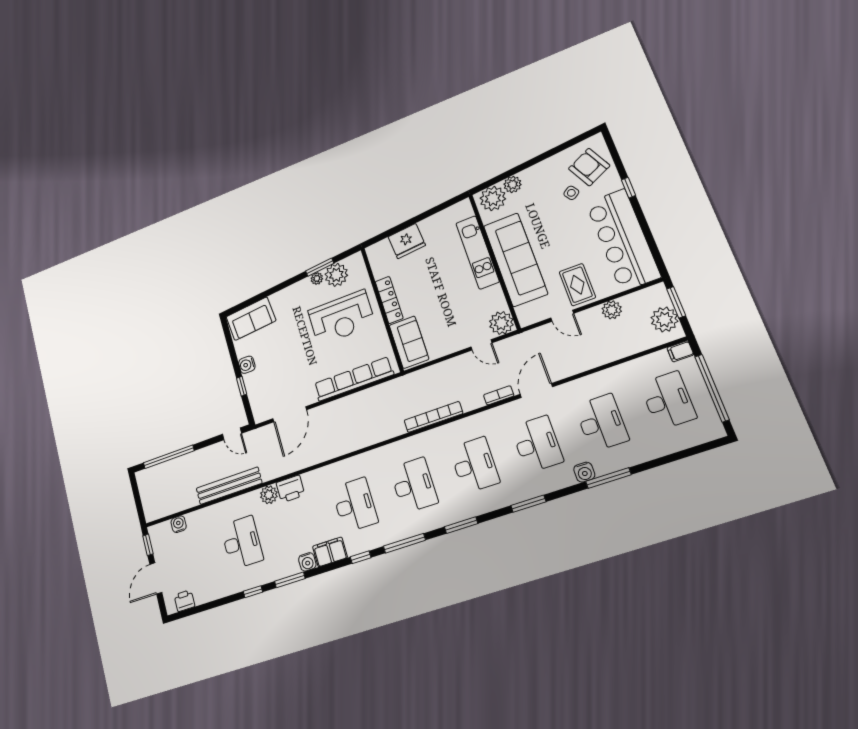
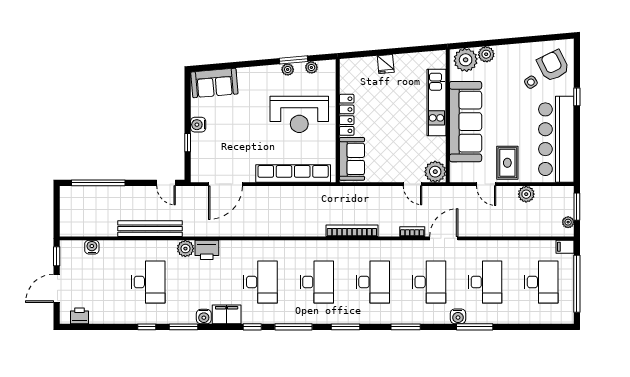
fridge: (407, 241) -> (386, 64), width x0.53, depth x0.75
plant: (336, 275) -> (311, 67), width x0.53, depth x0.53
plant: (664, 319) -> (568, 222), width x0.53, depth x0.53

